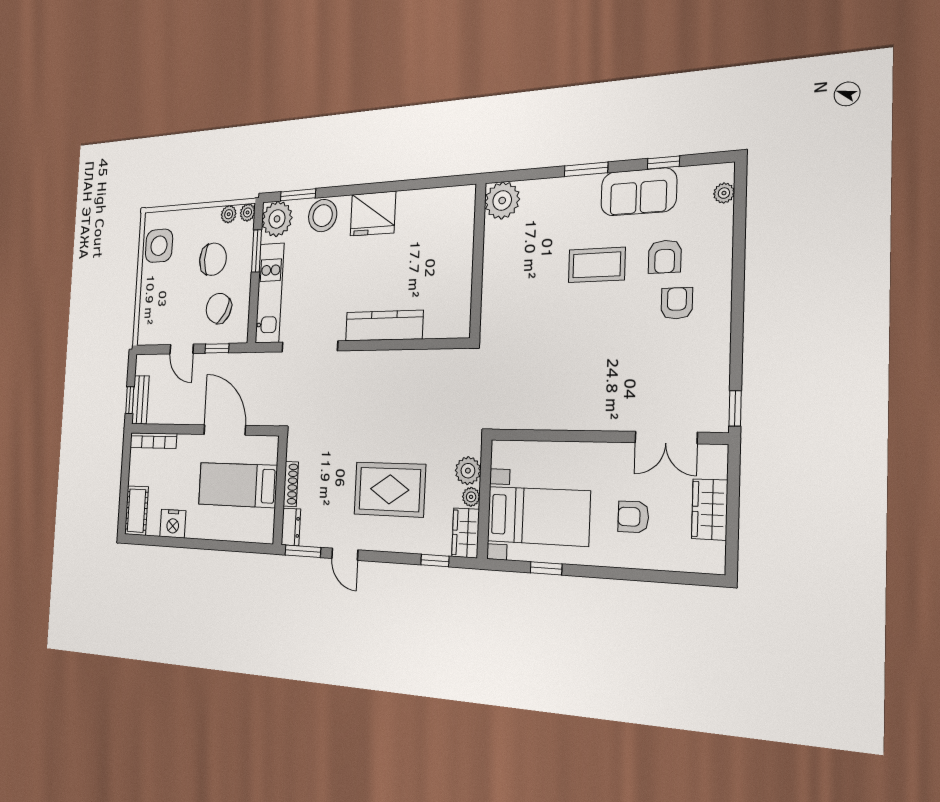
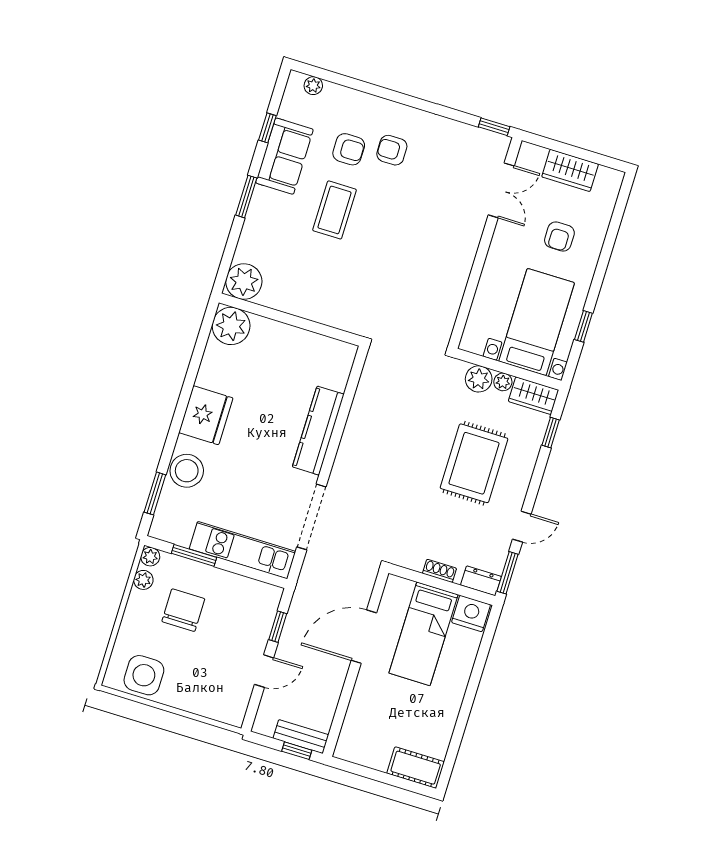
plant: (277, 219) -> (231, 326), moved
chair: (219, 308) -> (237, 615), removed
bookcase: (153, 441) -> (349, 729), removed
shoe rack: (291, 484) -> (439, 571), width x0.70
nightstand: (173, 524) -> (471, 613), moved, turned -90

